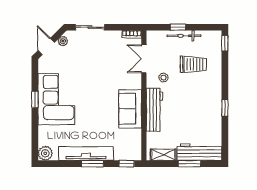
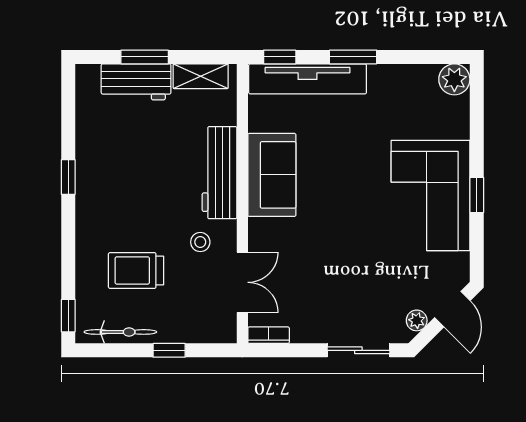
bicycle: (184, 36) -> (120, 332), moved
workbench: (199, 152) -> (136, 82), width x0.73
tv unit: (86, 153) -> (308, 79), moved

